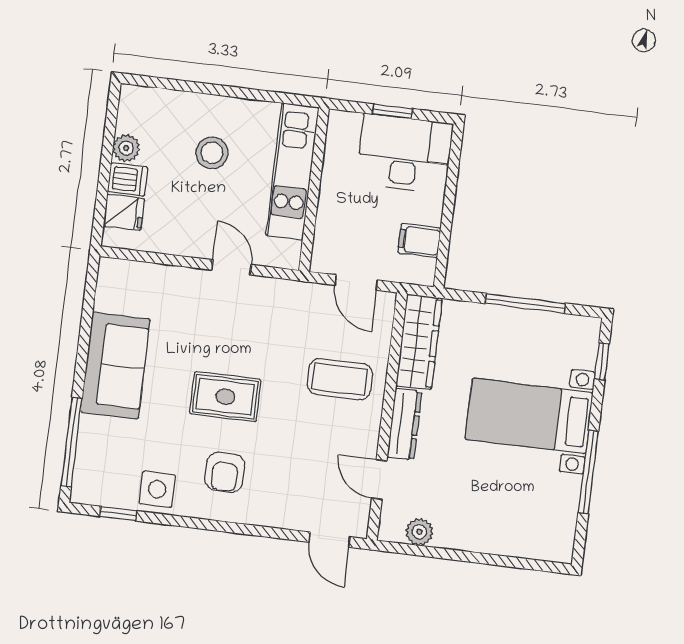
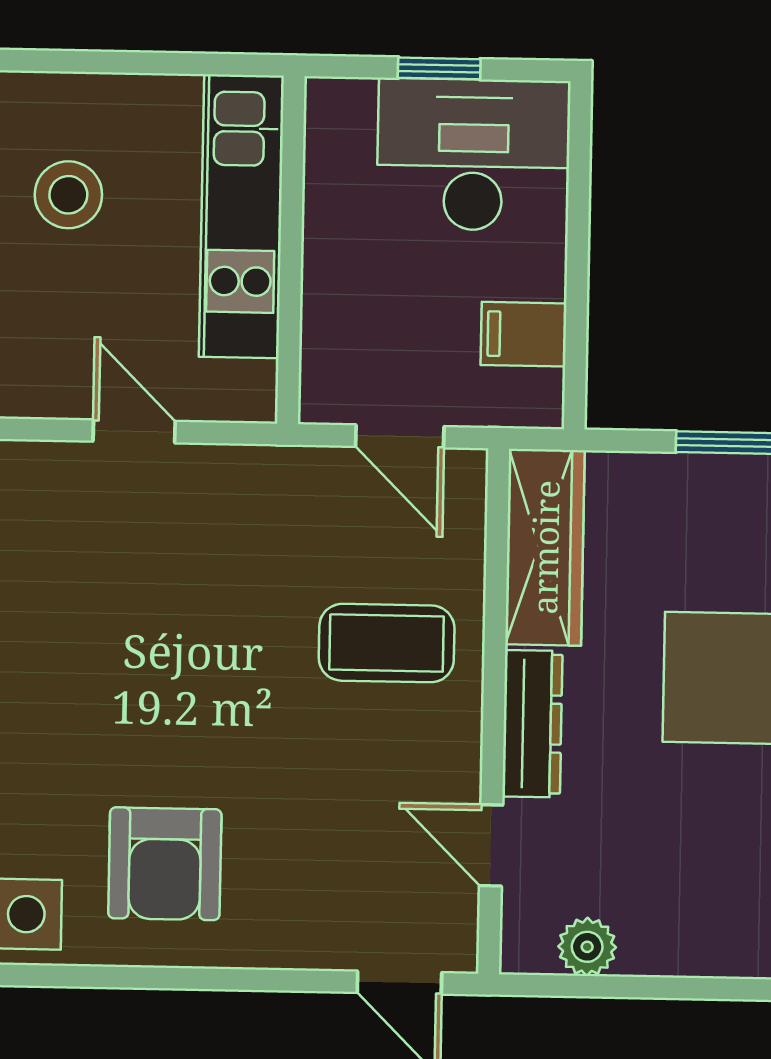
rug: (225, 397) -> (149, 705), removed
armchair: (225, 472) -> (165, 864), width x1.38, depth x1.38

